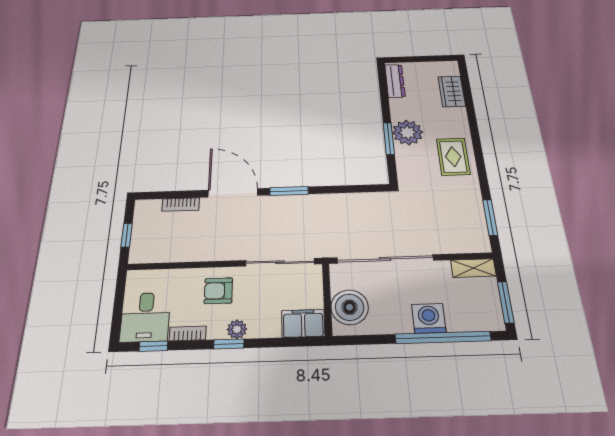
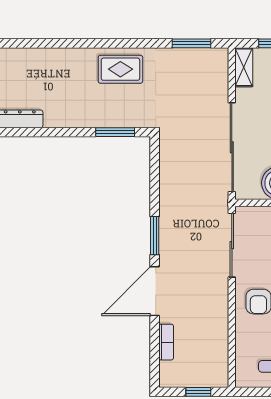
wardrobe: (452, 91) -> (37, 60), removed
plant: (408, 133) -> (89, 112), removed
window: (389, 138) -> (115, 132), moved

